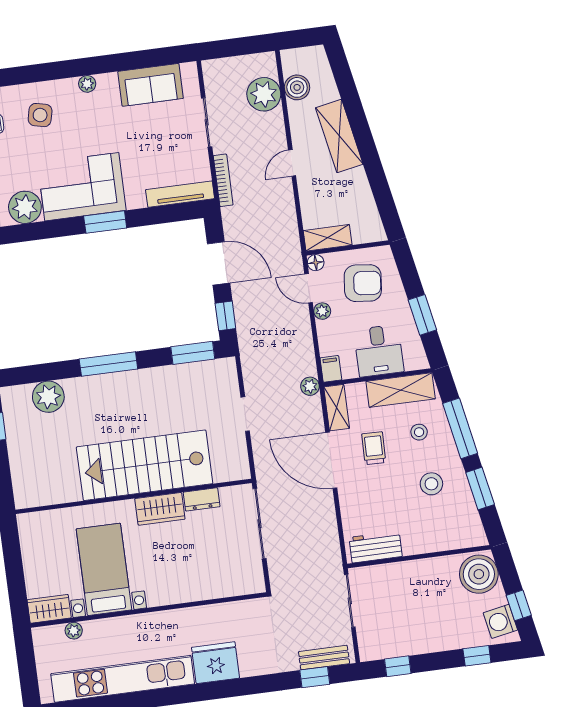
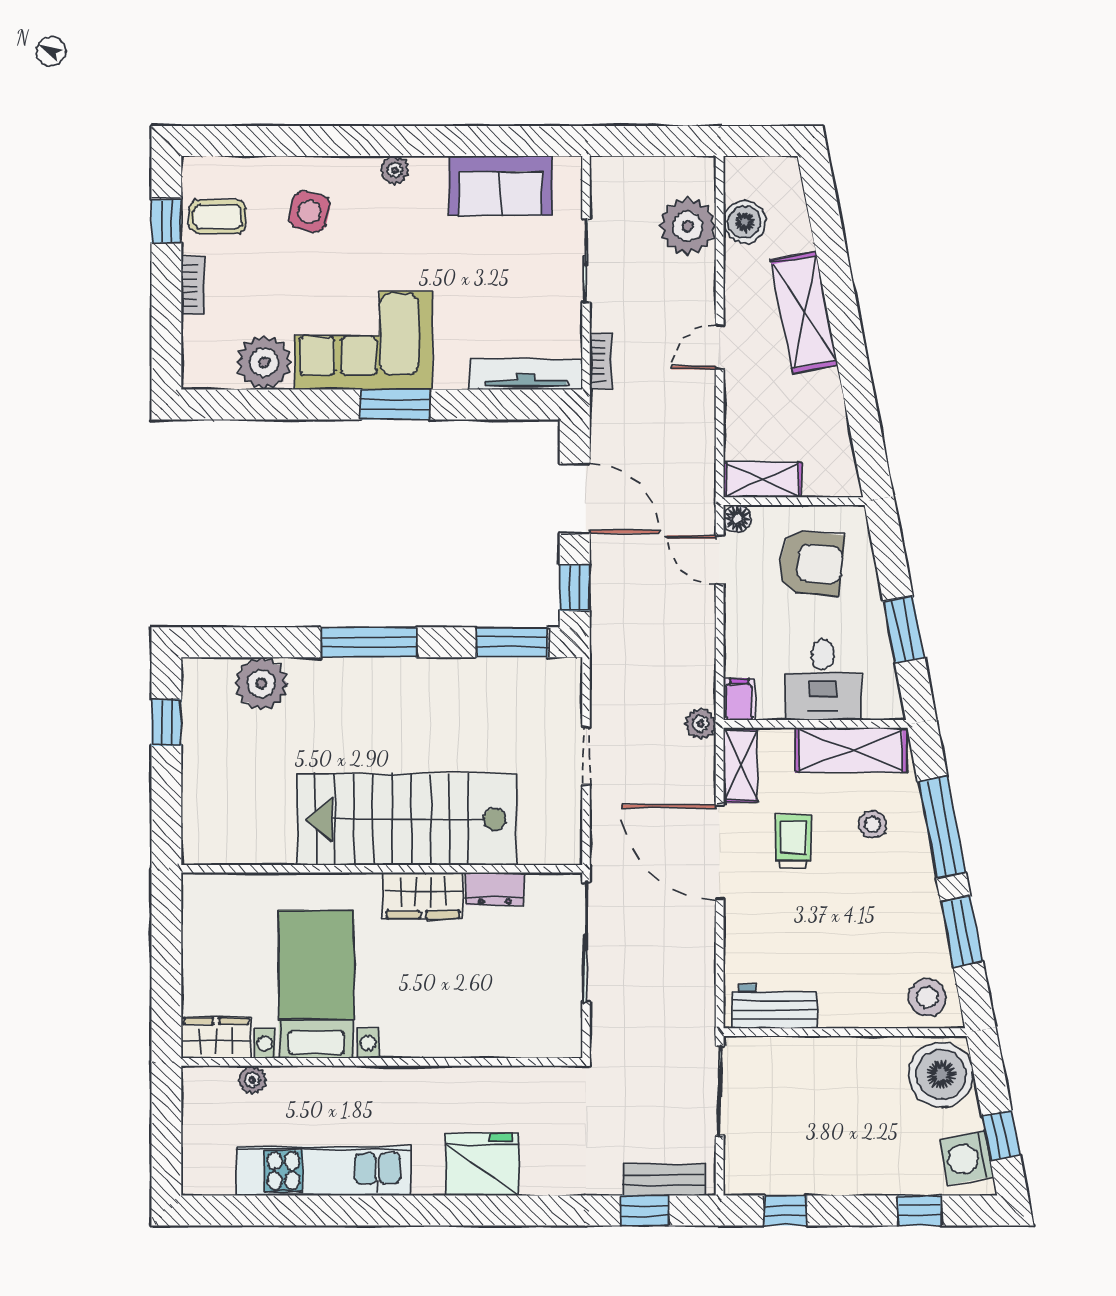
bookcase: (223, 180) -> (601, 361), width x0.64
plant: (322, 311) -> (737, 601), removed
stool: (431, 484) -> (927, 997), moved
kitchen unit: (123, 679) -> (323, 1171), width x0.73

